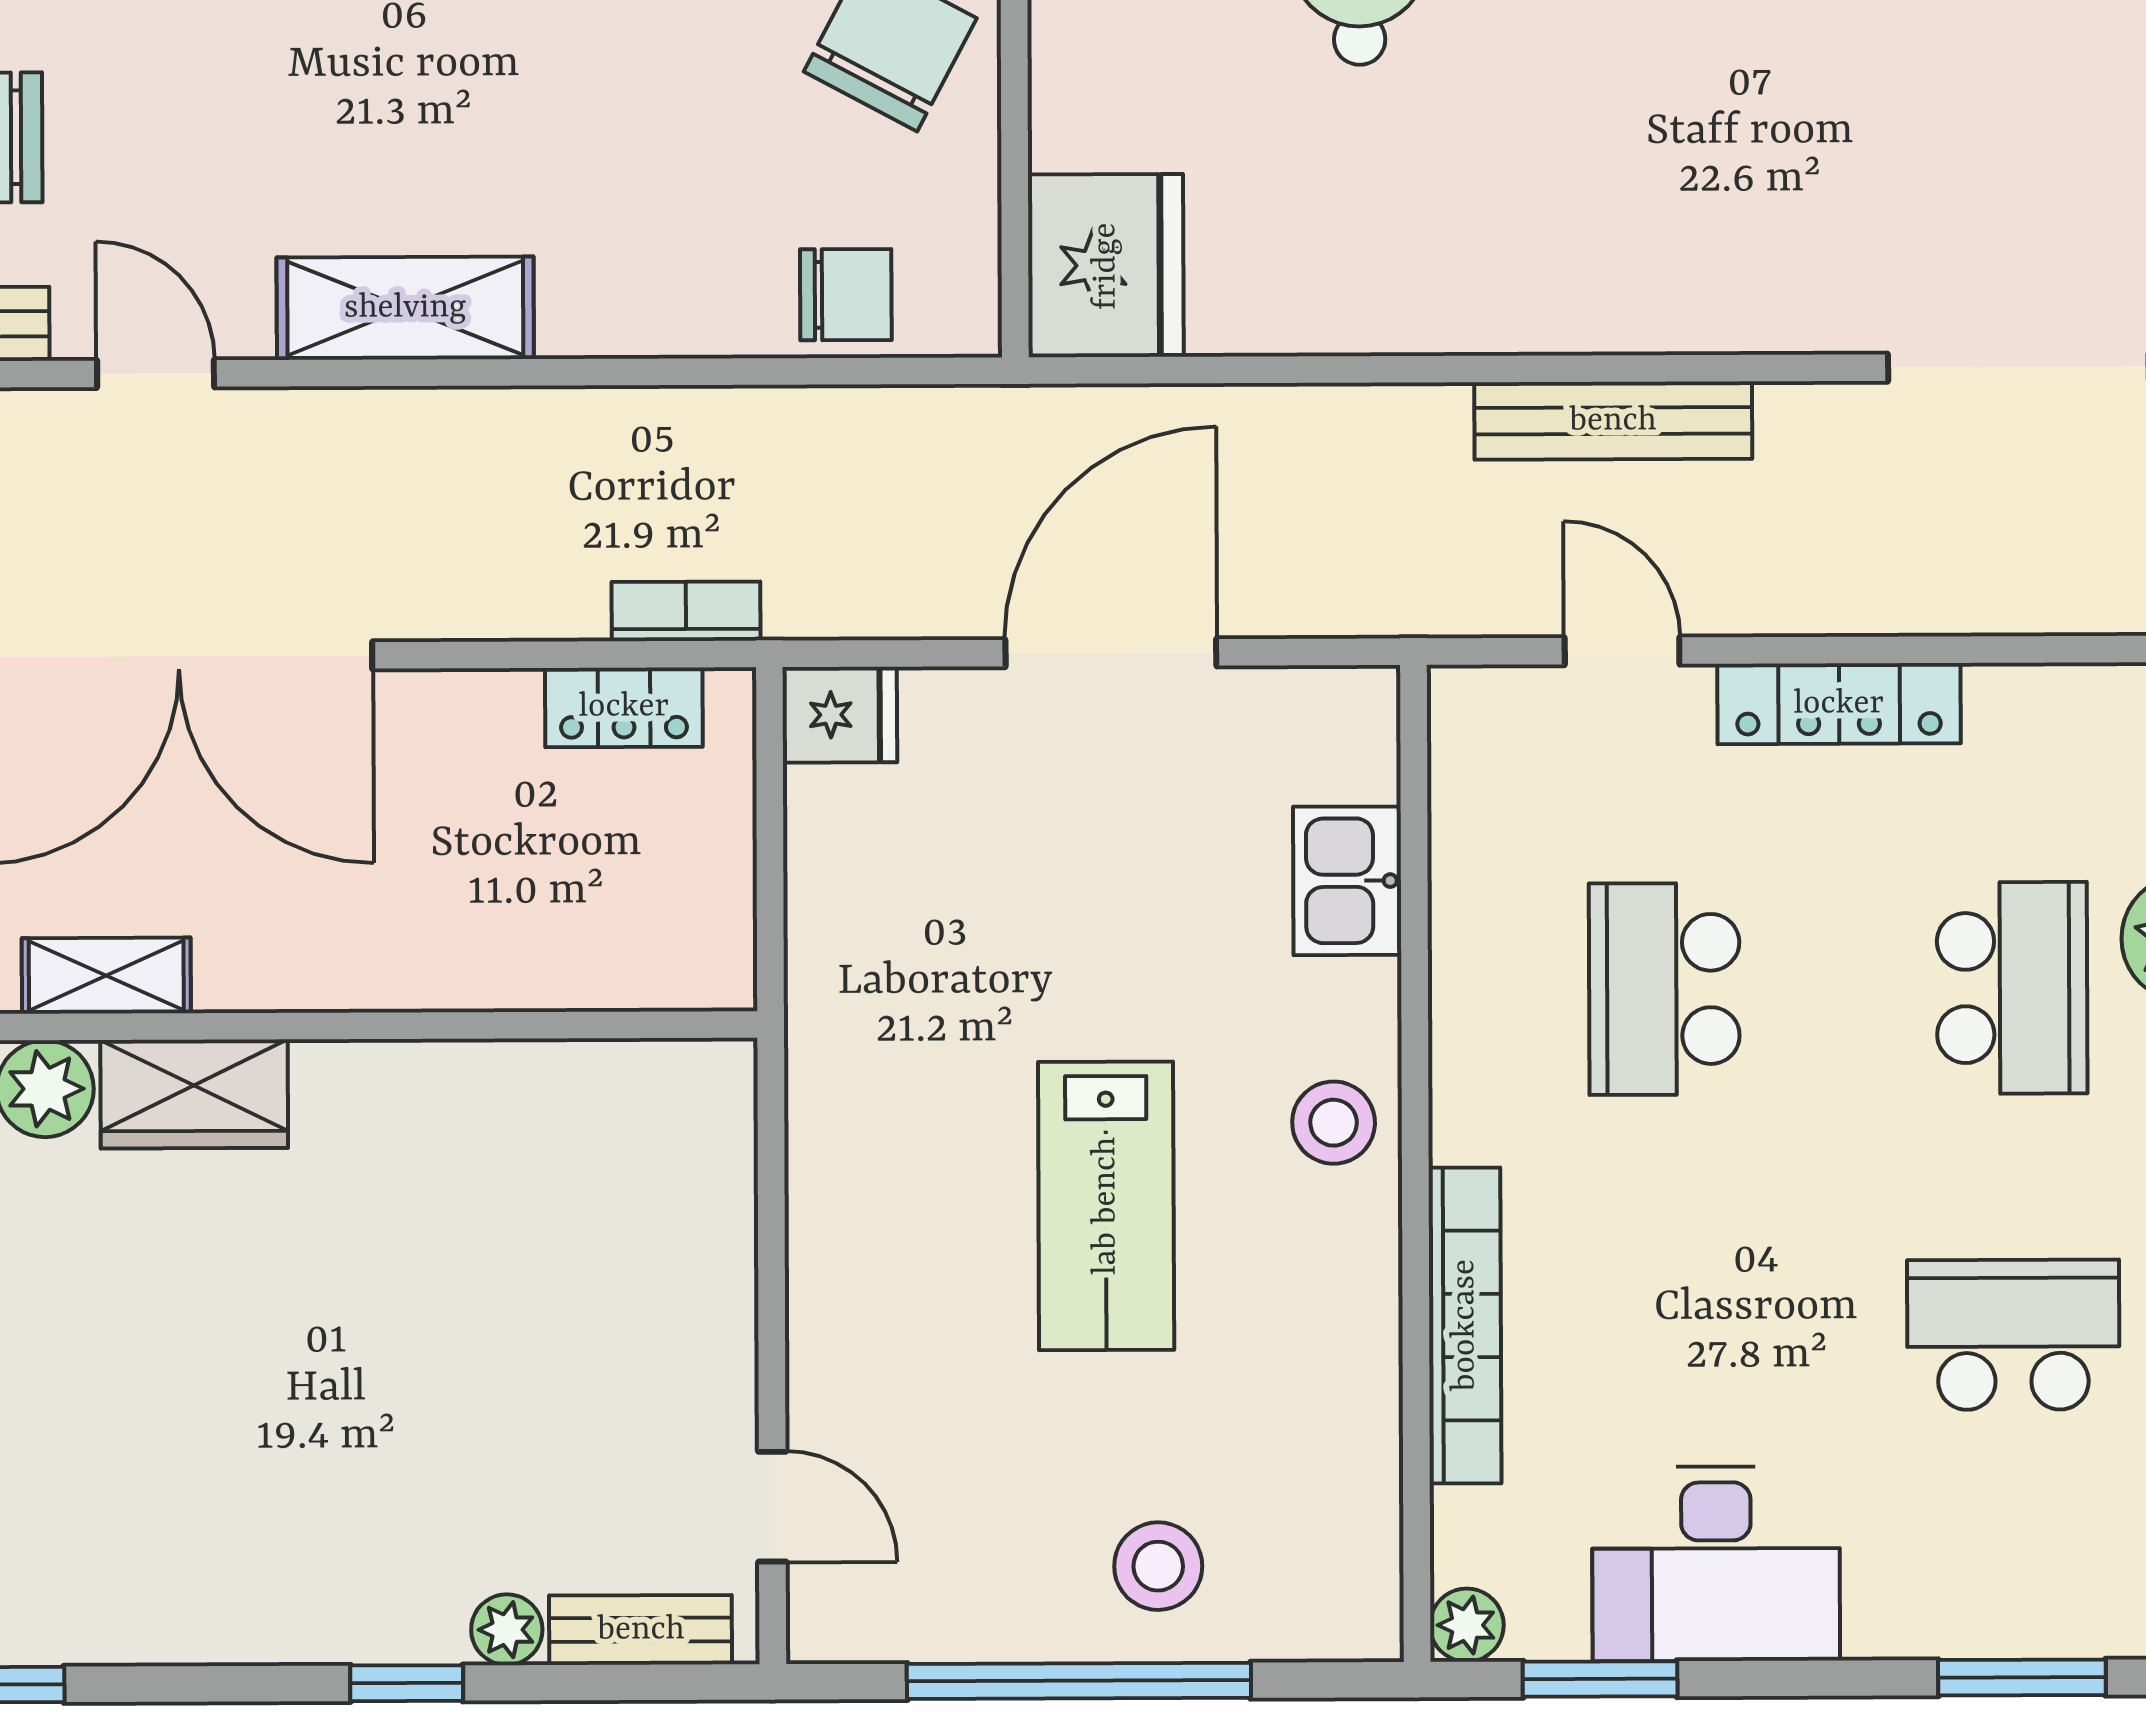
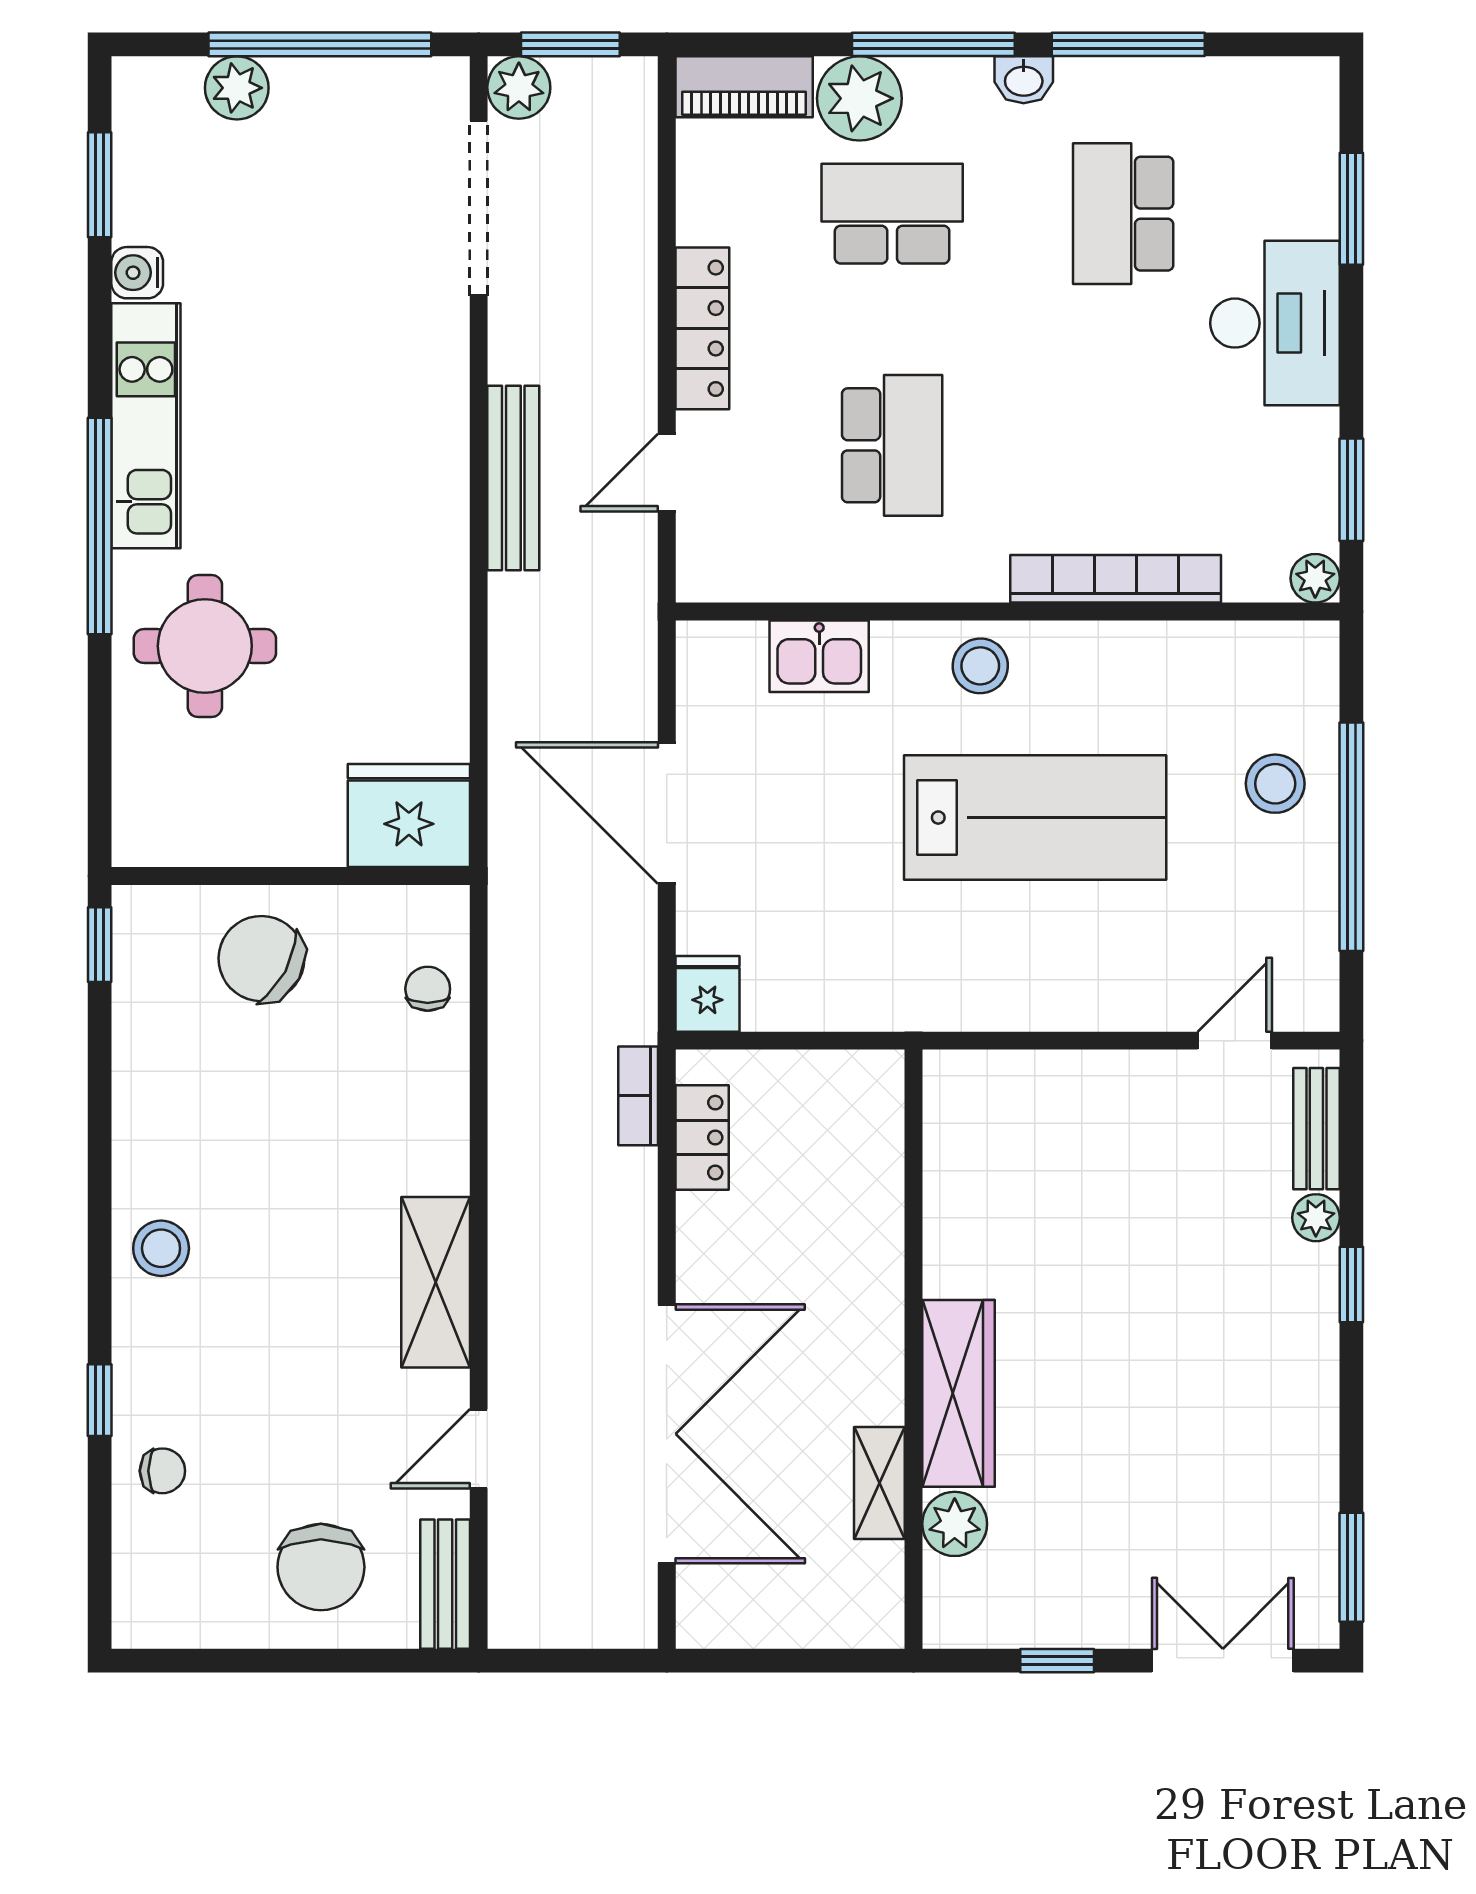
chair: (846, 295) -> (428, 989), width x0.73, depth x0.73
school desk: (1664, 989) -> (892, 445), turned -90
wardrobe: (194, 1094) -> (959, 1393), width x1.50
lab bench: (1106, 1206) -> (1035, 818), width x1.36, depth x1.39
desk: (1716, 1564) -> (1275, 323), moved

